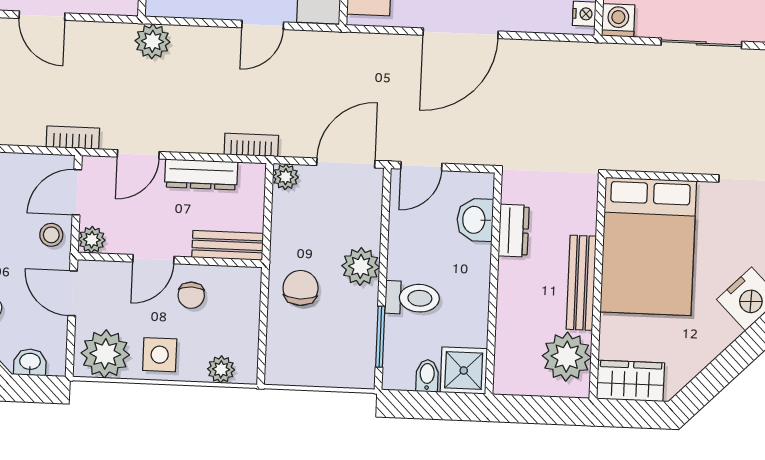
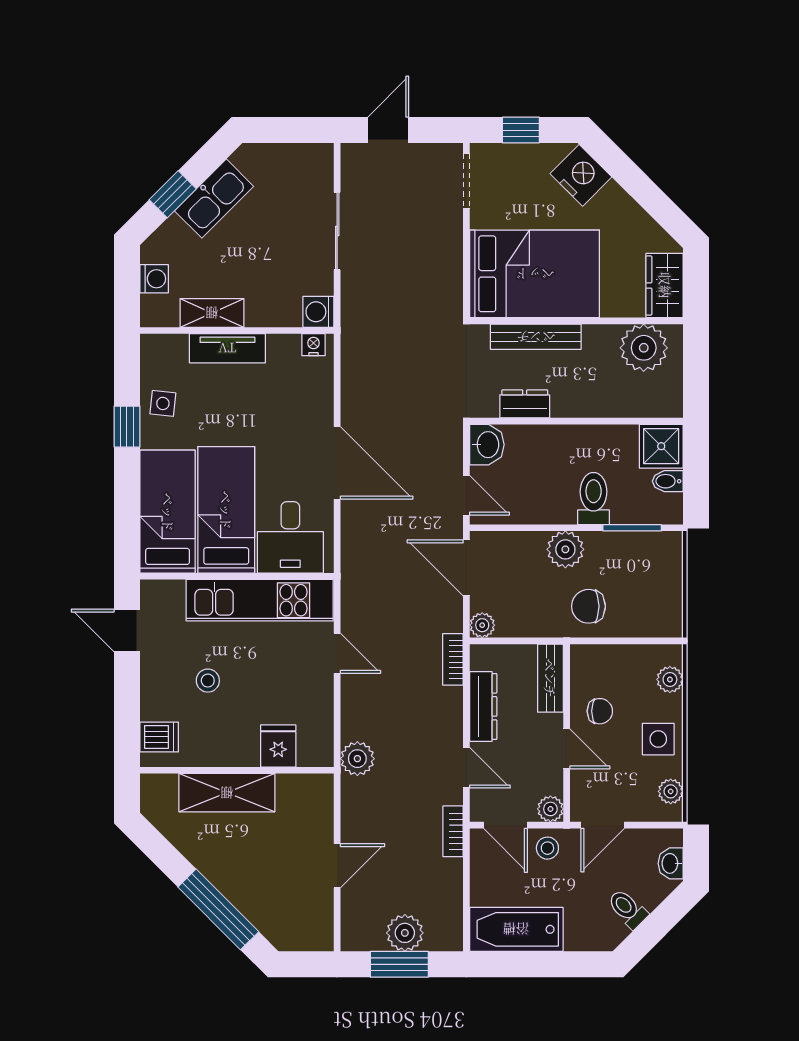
washbasin: (475, 220) -> (487, 445), moved, turned -90
bench: (581, 283) -> (536, 337), moved
plant: (105, 354) -> (671, 791), width x0.53, depth x0.53

